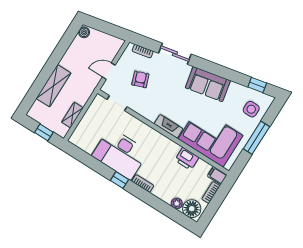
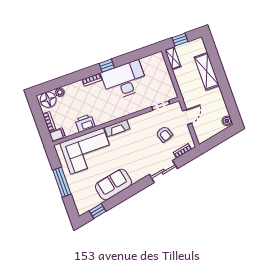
sofa: (208, 84) -> (113, 185), moved
side table: (251, 109) -> (84, 194), removed
shelving: (72, 115) -> (173, 58), moved

